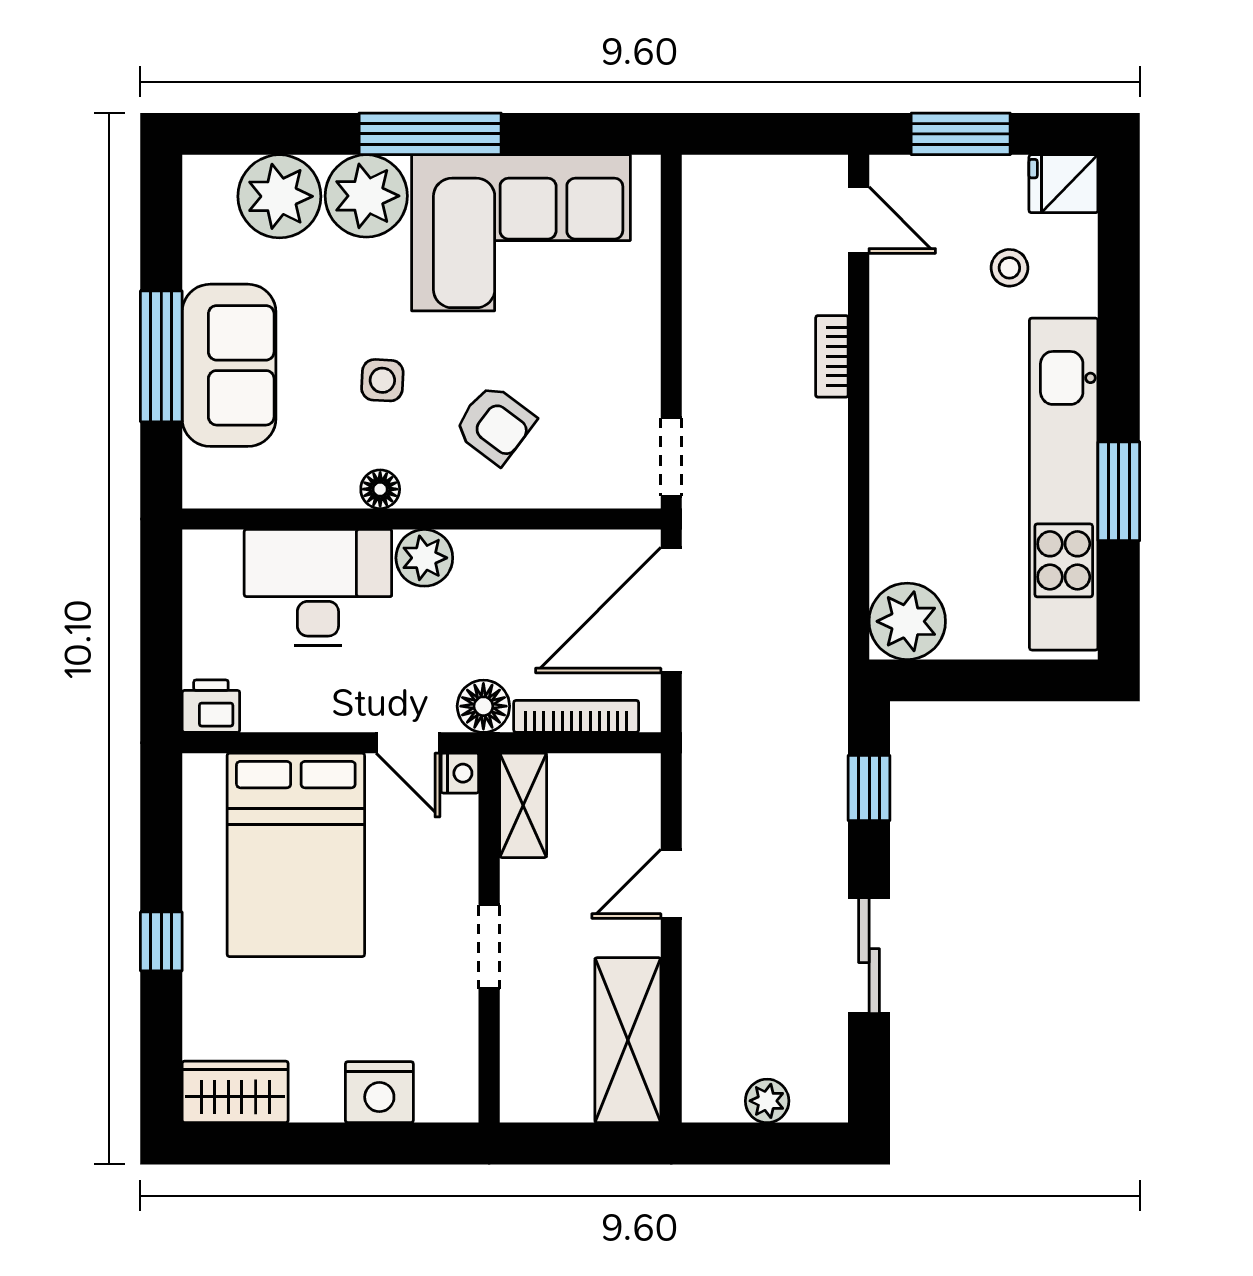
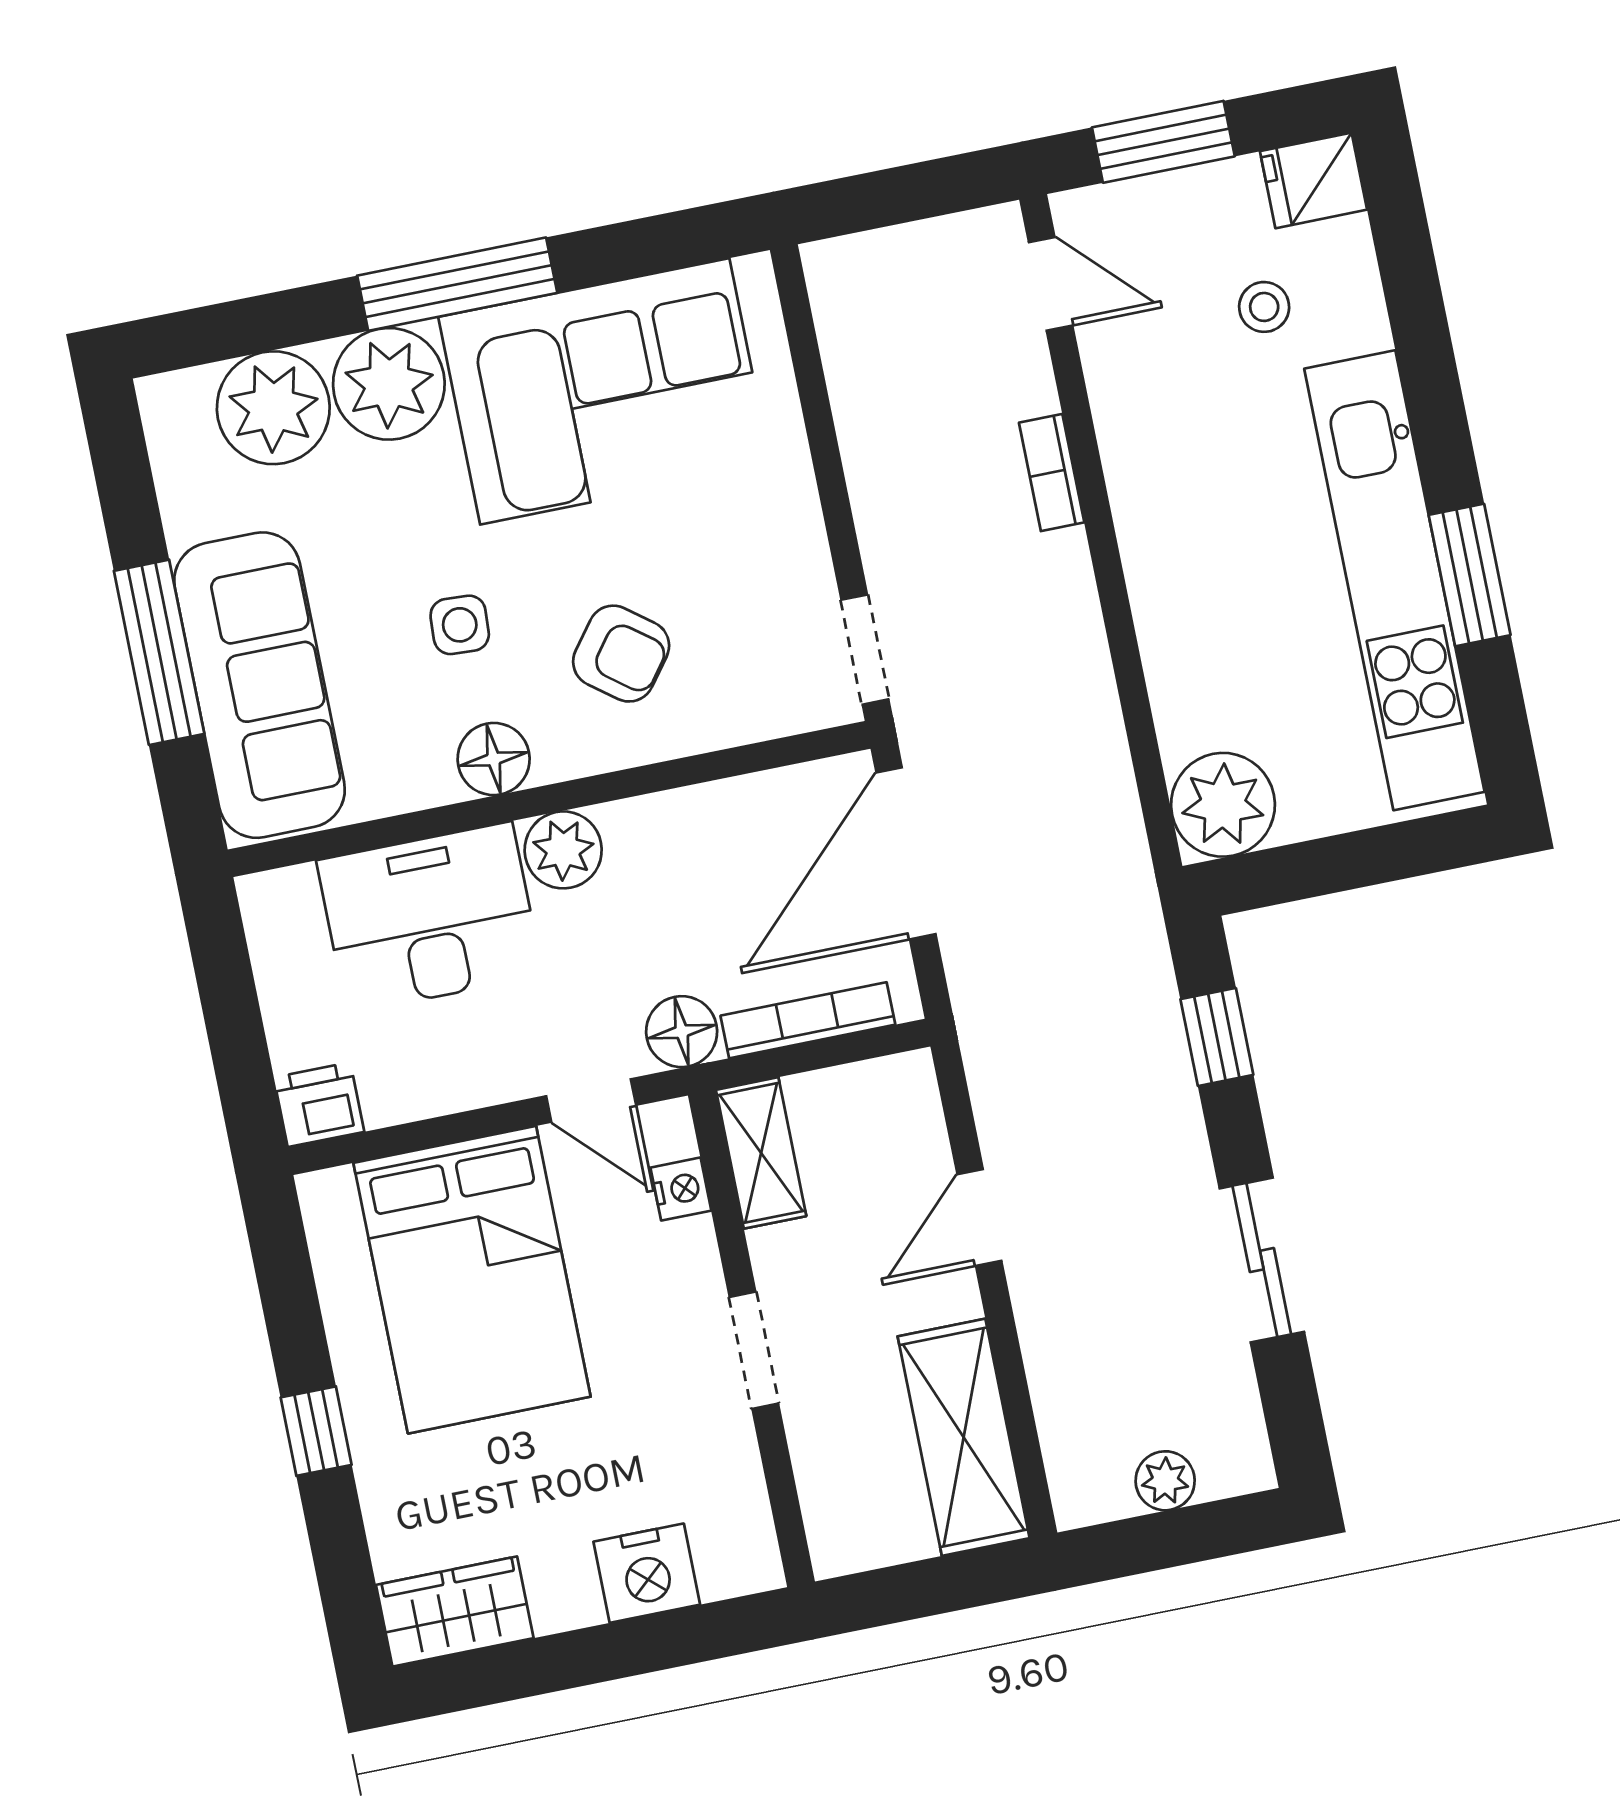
sofa: (229, 365) -> (260, 685), width x1.36
floor lamp: (380, 489) -> (494, 759), width x1.37, depth x1.37
nightstand: (460, 773) -> (681, 1189), moved

